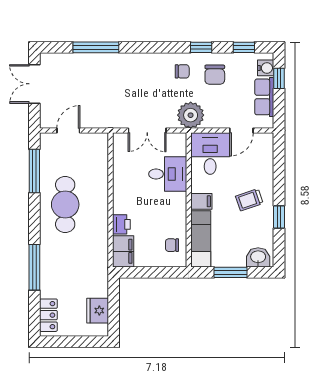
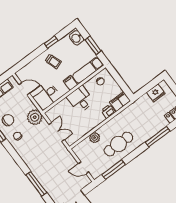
desk: (168, 174) -> (80, 99), moved
plant: (99, 178) -> (95, 138), added

